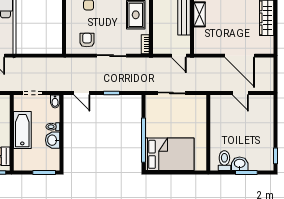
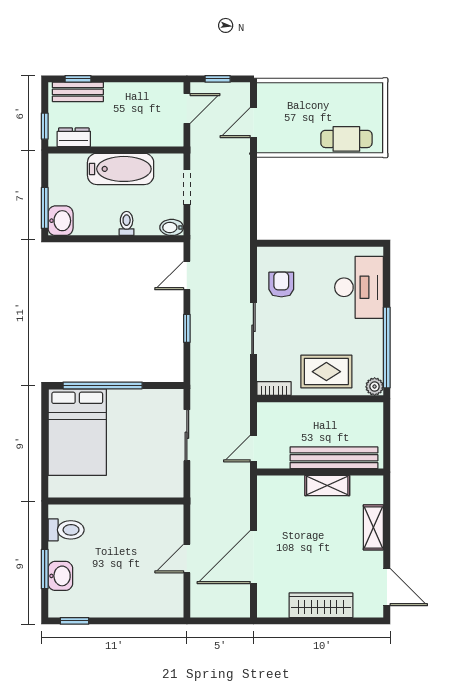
armchair: (87, 40) -> (281, 284), turned -90
washbasin: (53, 140) -> (61, 221), moved, turned 90
washbasin: (240, 164) -> (60, 576), moved

